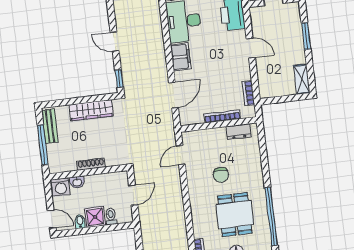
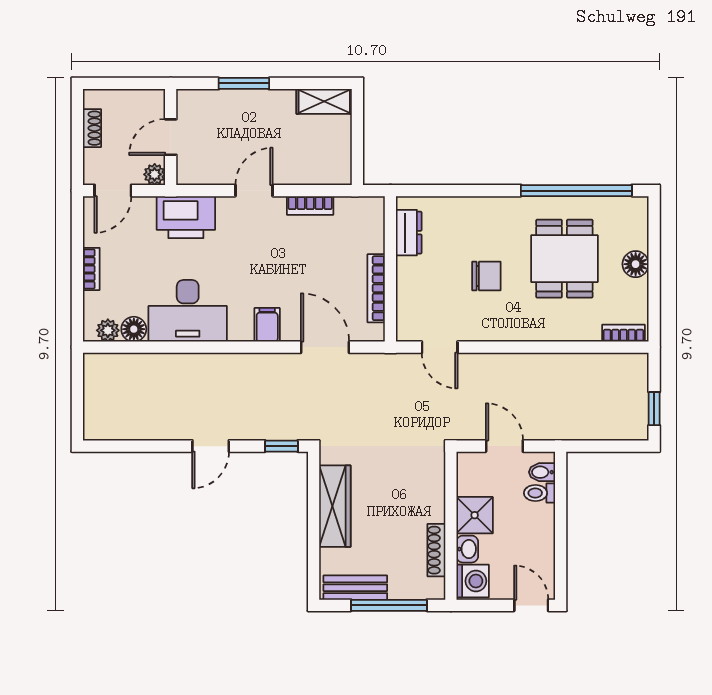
filing cabinet: (181, 57) -> (267, 325), width x0.50
bookcase: (248, 93) -> (310, 205), moved
bookcase: (222, 116) -> (376, 288), moved
shoe rack: (91, 164) -> (436, 550), moved
dining table: (235, 215) -> (564, 259), turned 90
shower: (95, 217) -> (475, 515), moved
door: (52, 219) -> (531, 605), hinge flipped
bidet: (80, 221) -> (542, 472), moved

